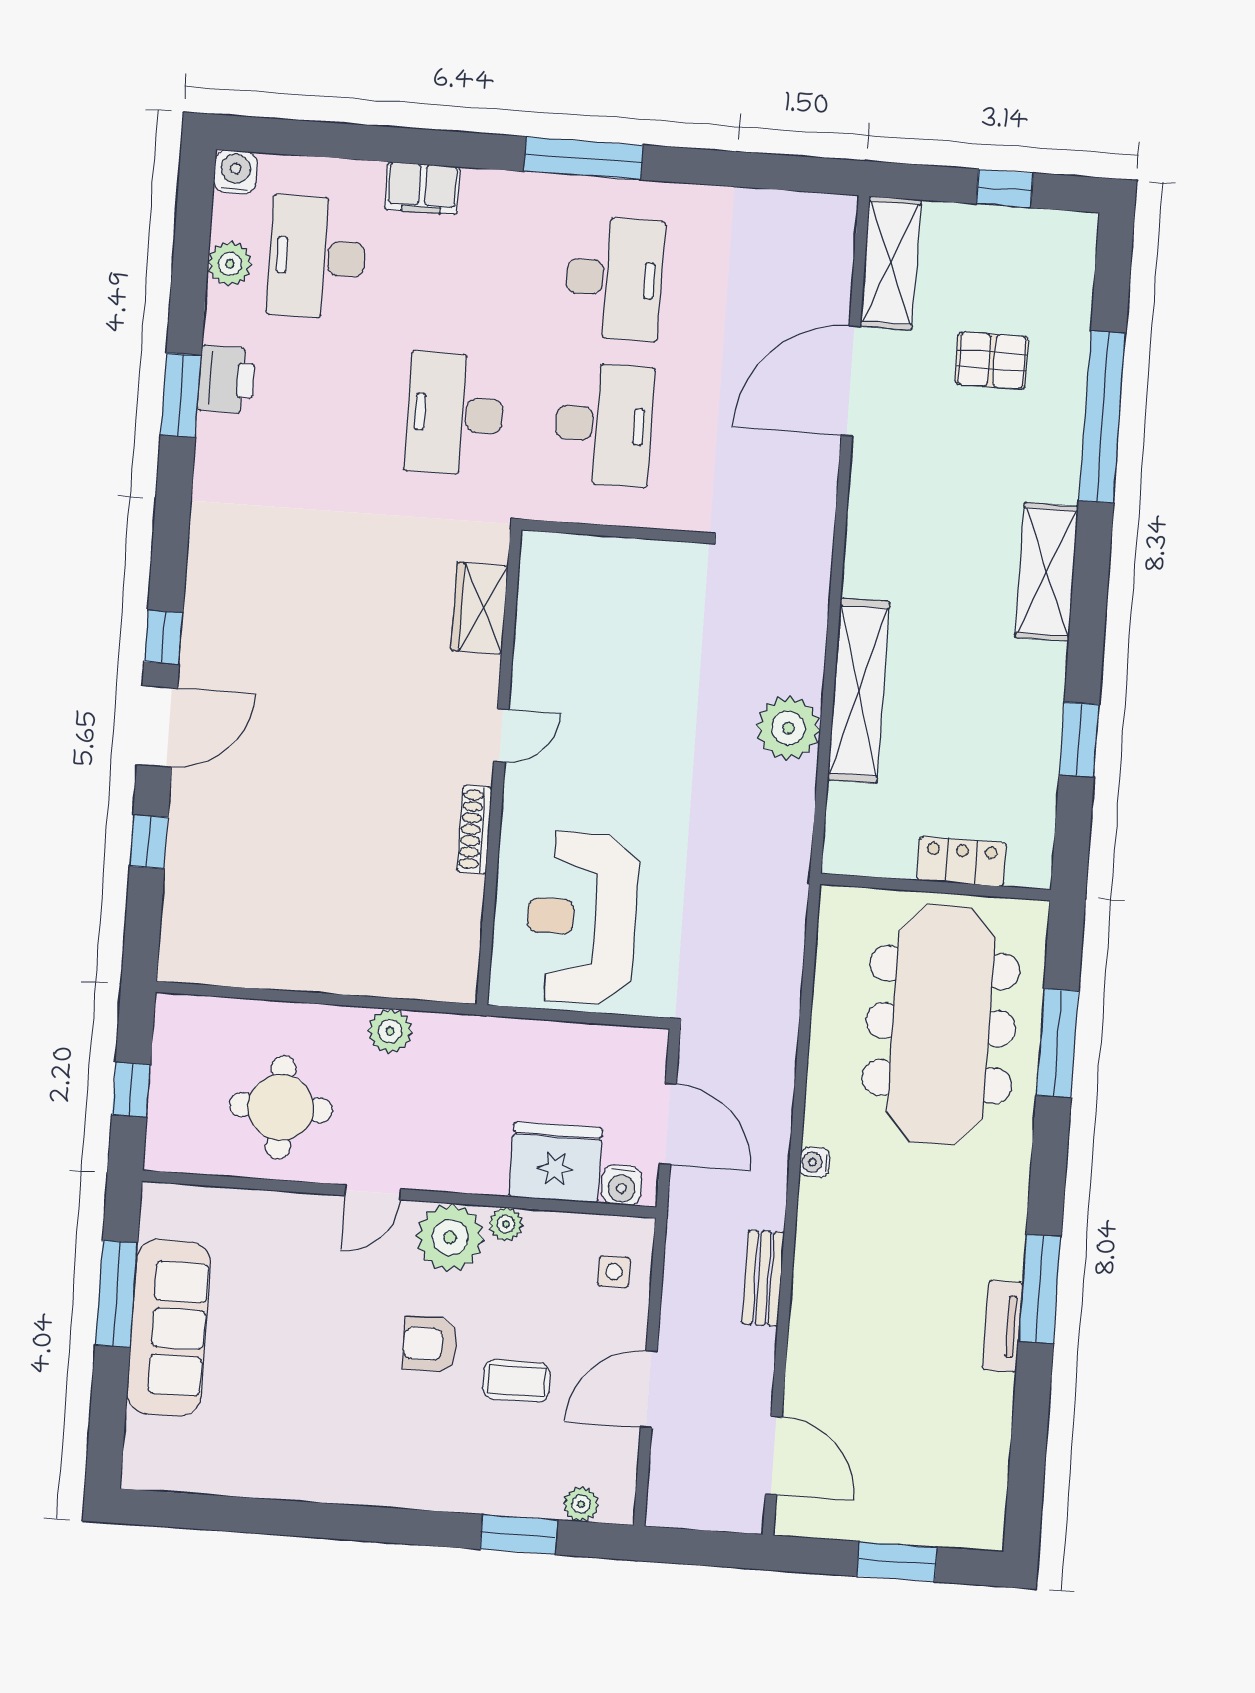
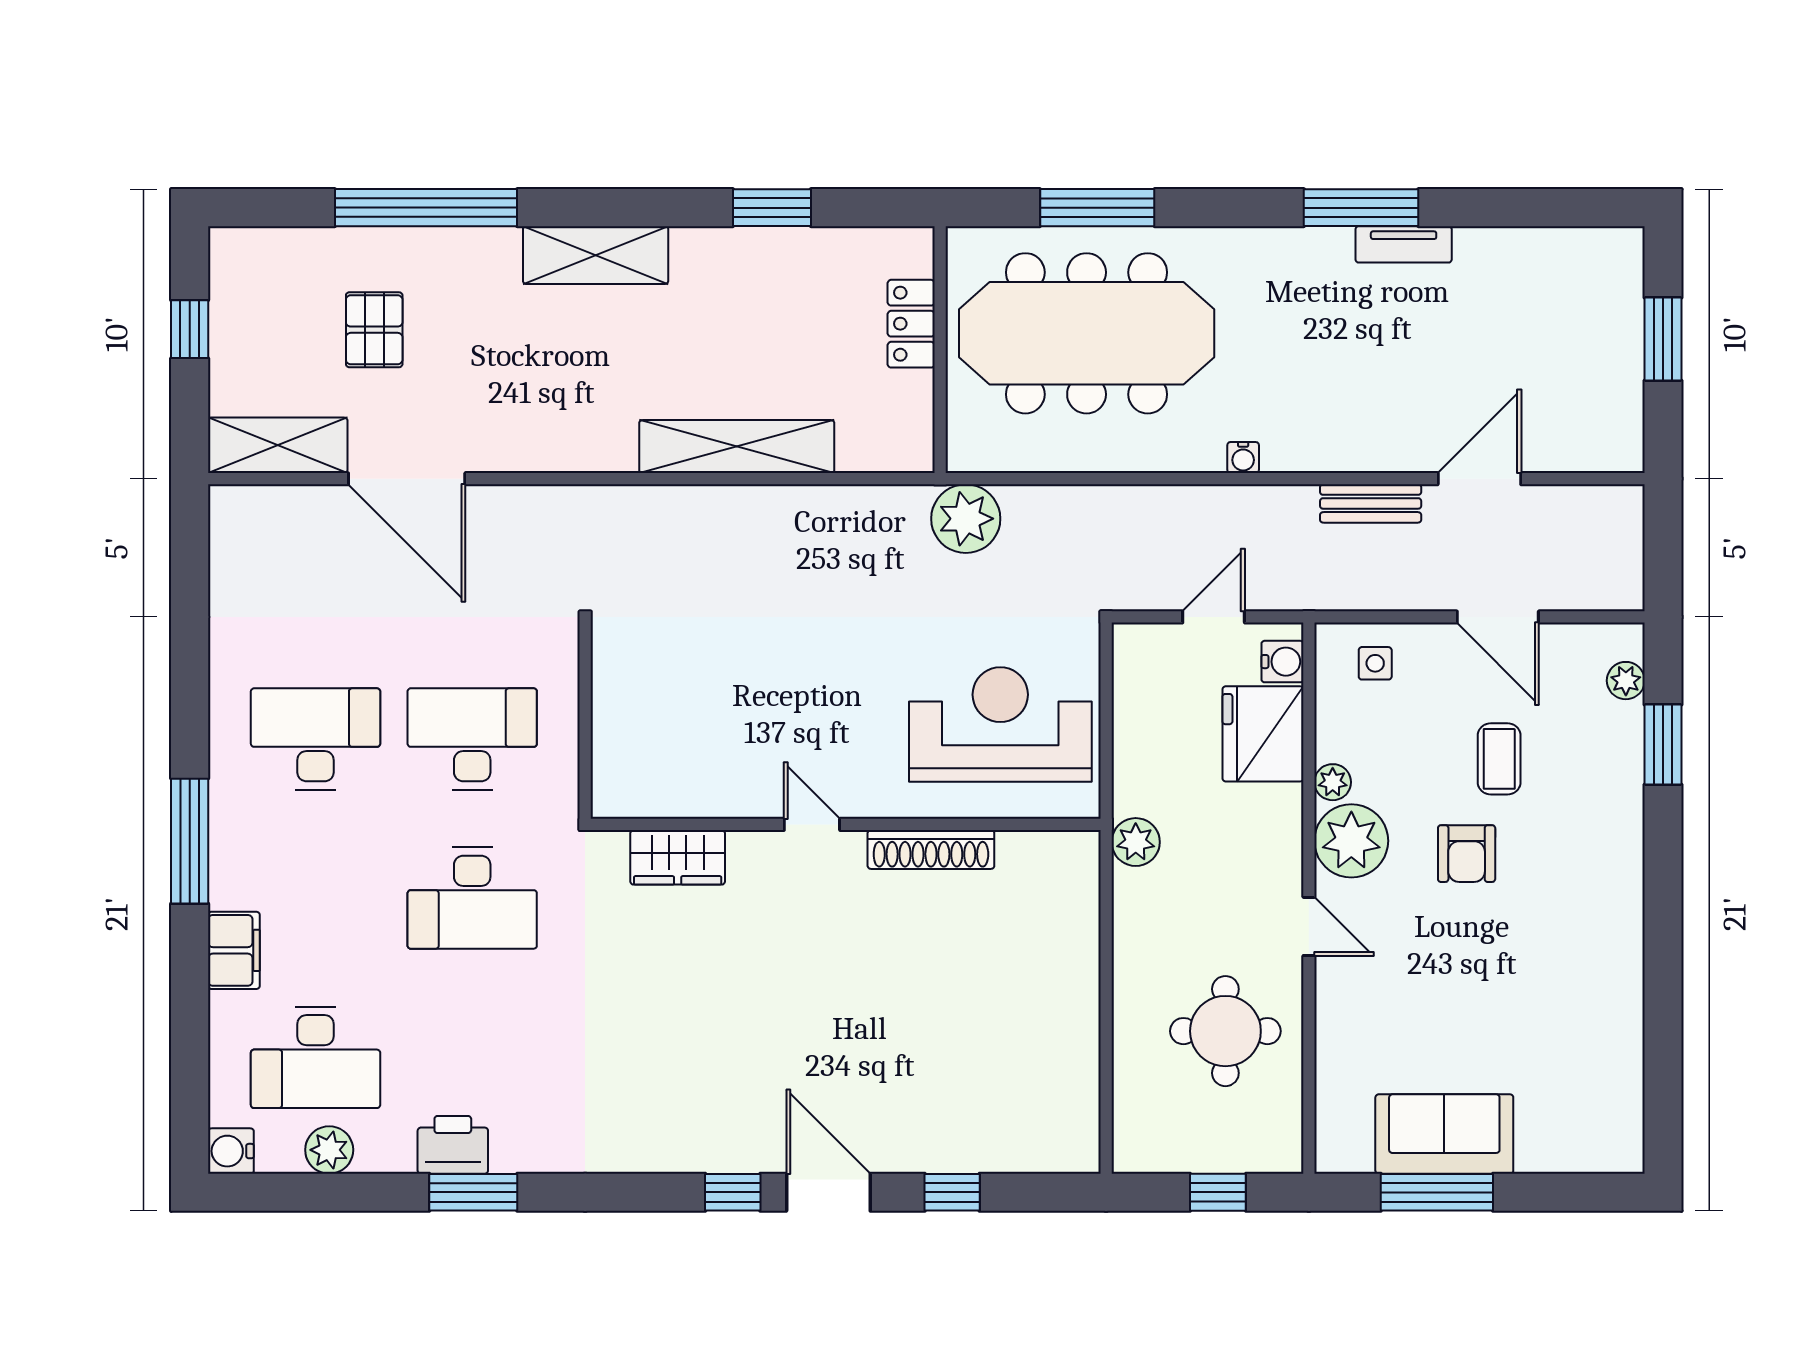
window: (583, 158) -> (190, 841), moved
plant: (788, 728) -> (966, 519), moved
shoe rack: (475, 830) -> (931, 849), width x1.36, depth x1.24
reception desk: (582, 918) -> (1000, 724), turned 180
plant: (390, 1031) -> (1136, 842), moved
door: (668, 1124) -> (1214, 617), width x0.73
sofa: (169, 1328) -> (1444, 1134), width x0.73
door: (774, 1455) -> (1479, 479), moved

